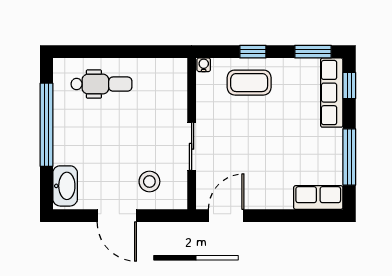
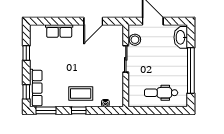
wall: (192, 134) -> (126, 66), moved
sliding door: (192, 146) -> (126, 59), moved
window: (349, 157) -> (26, 53), width x0.46
row of seats: (318, 198) -> (59, 31), moved

